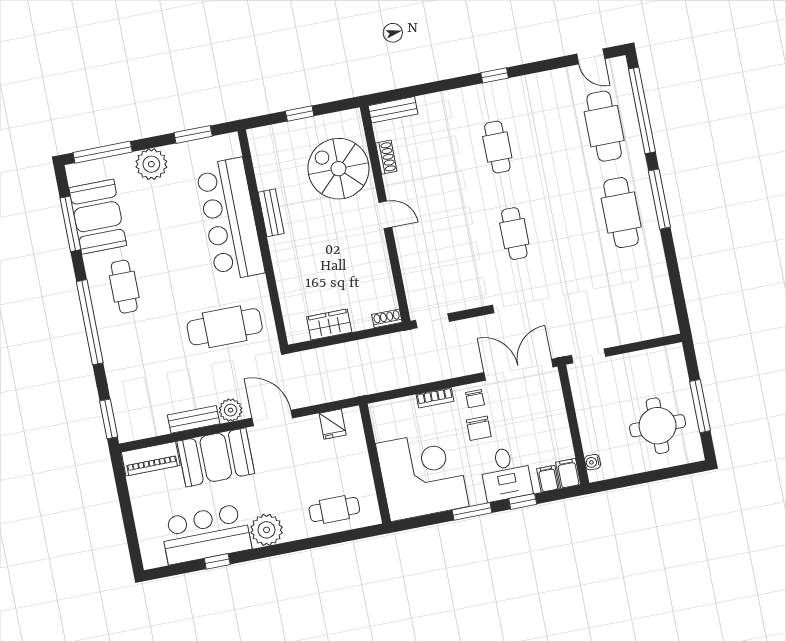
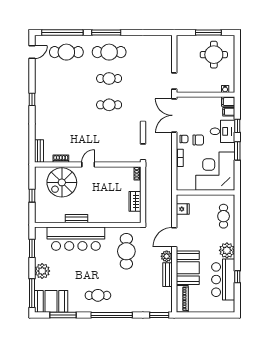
cafe table: (497, 147) -> (109, 78), moved
booth: (98, 217) -> (51, 301), moved

